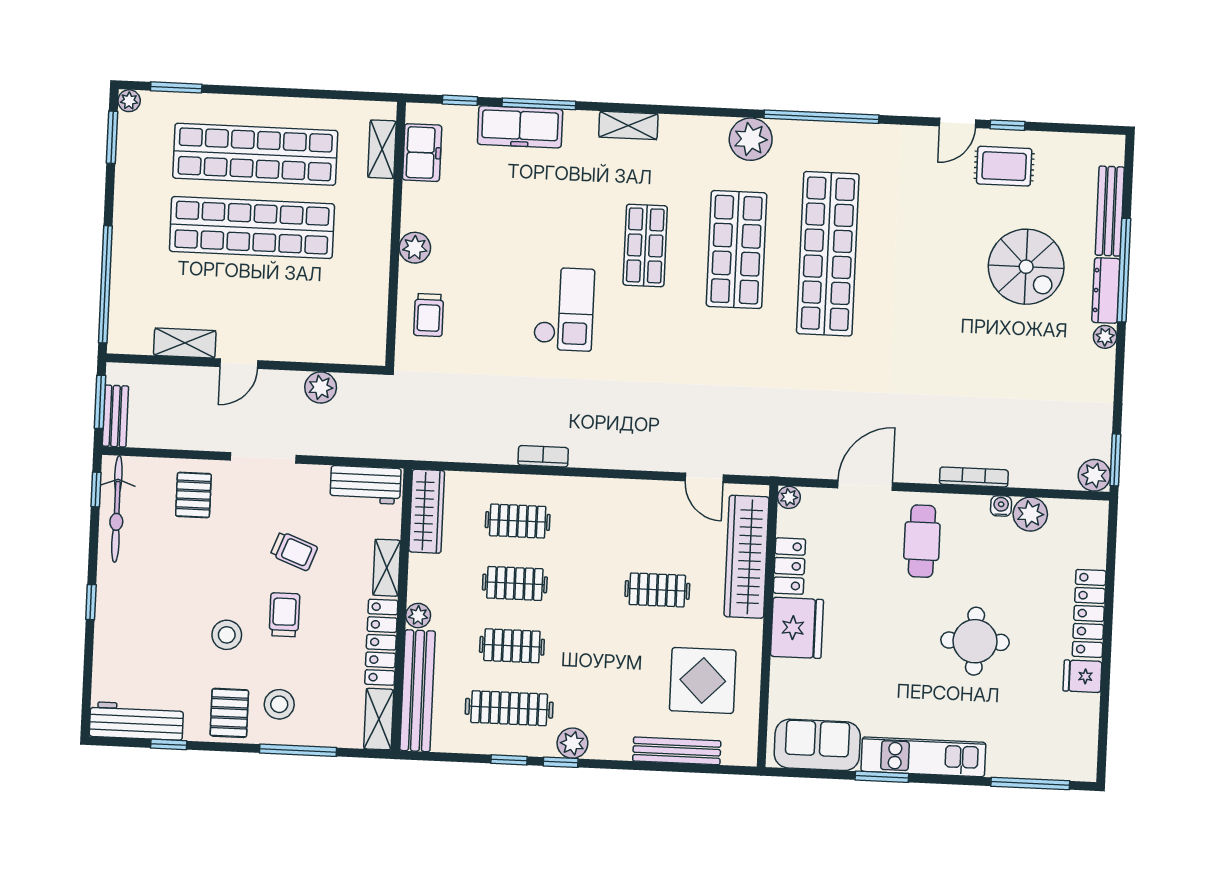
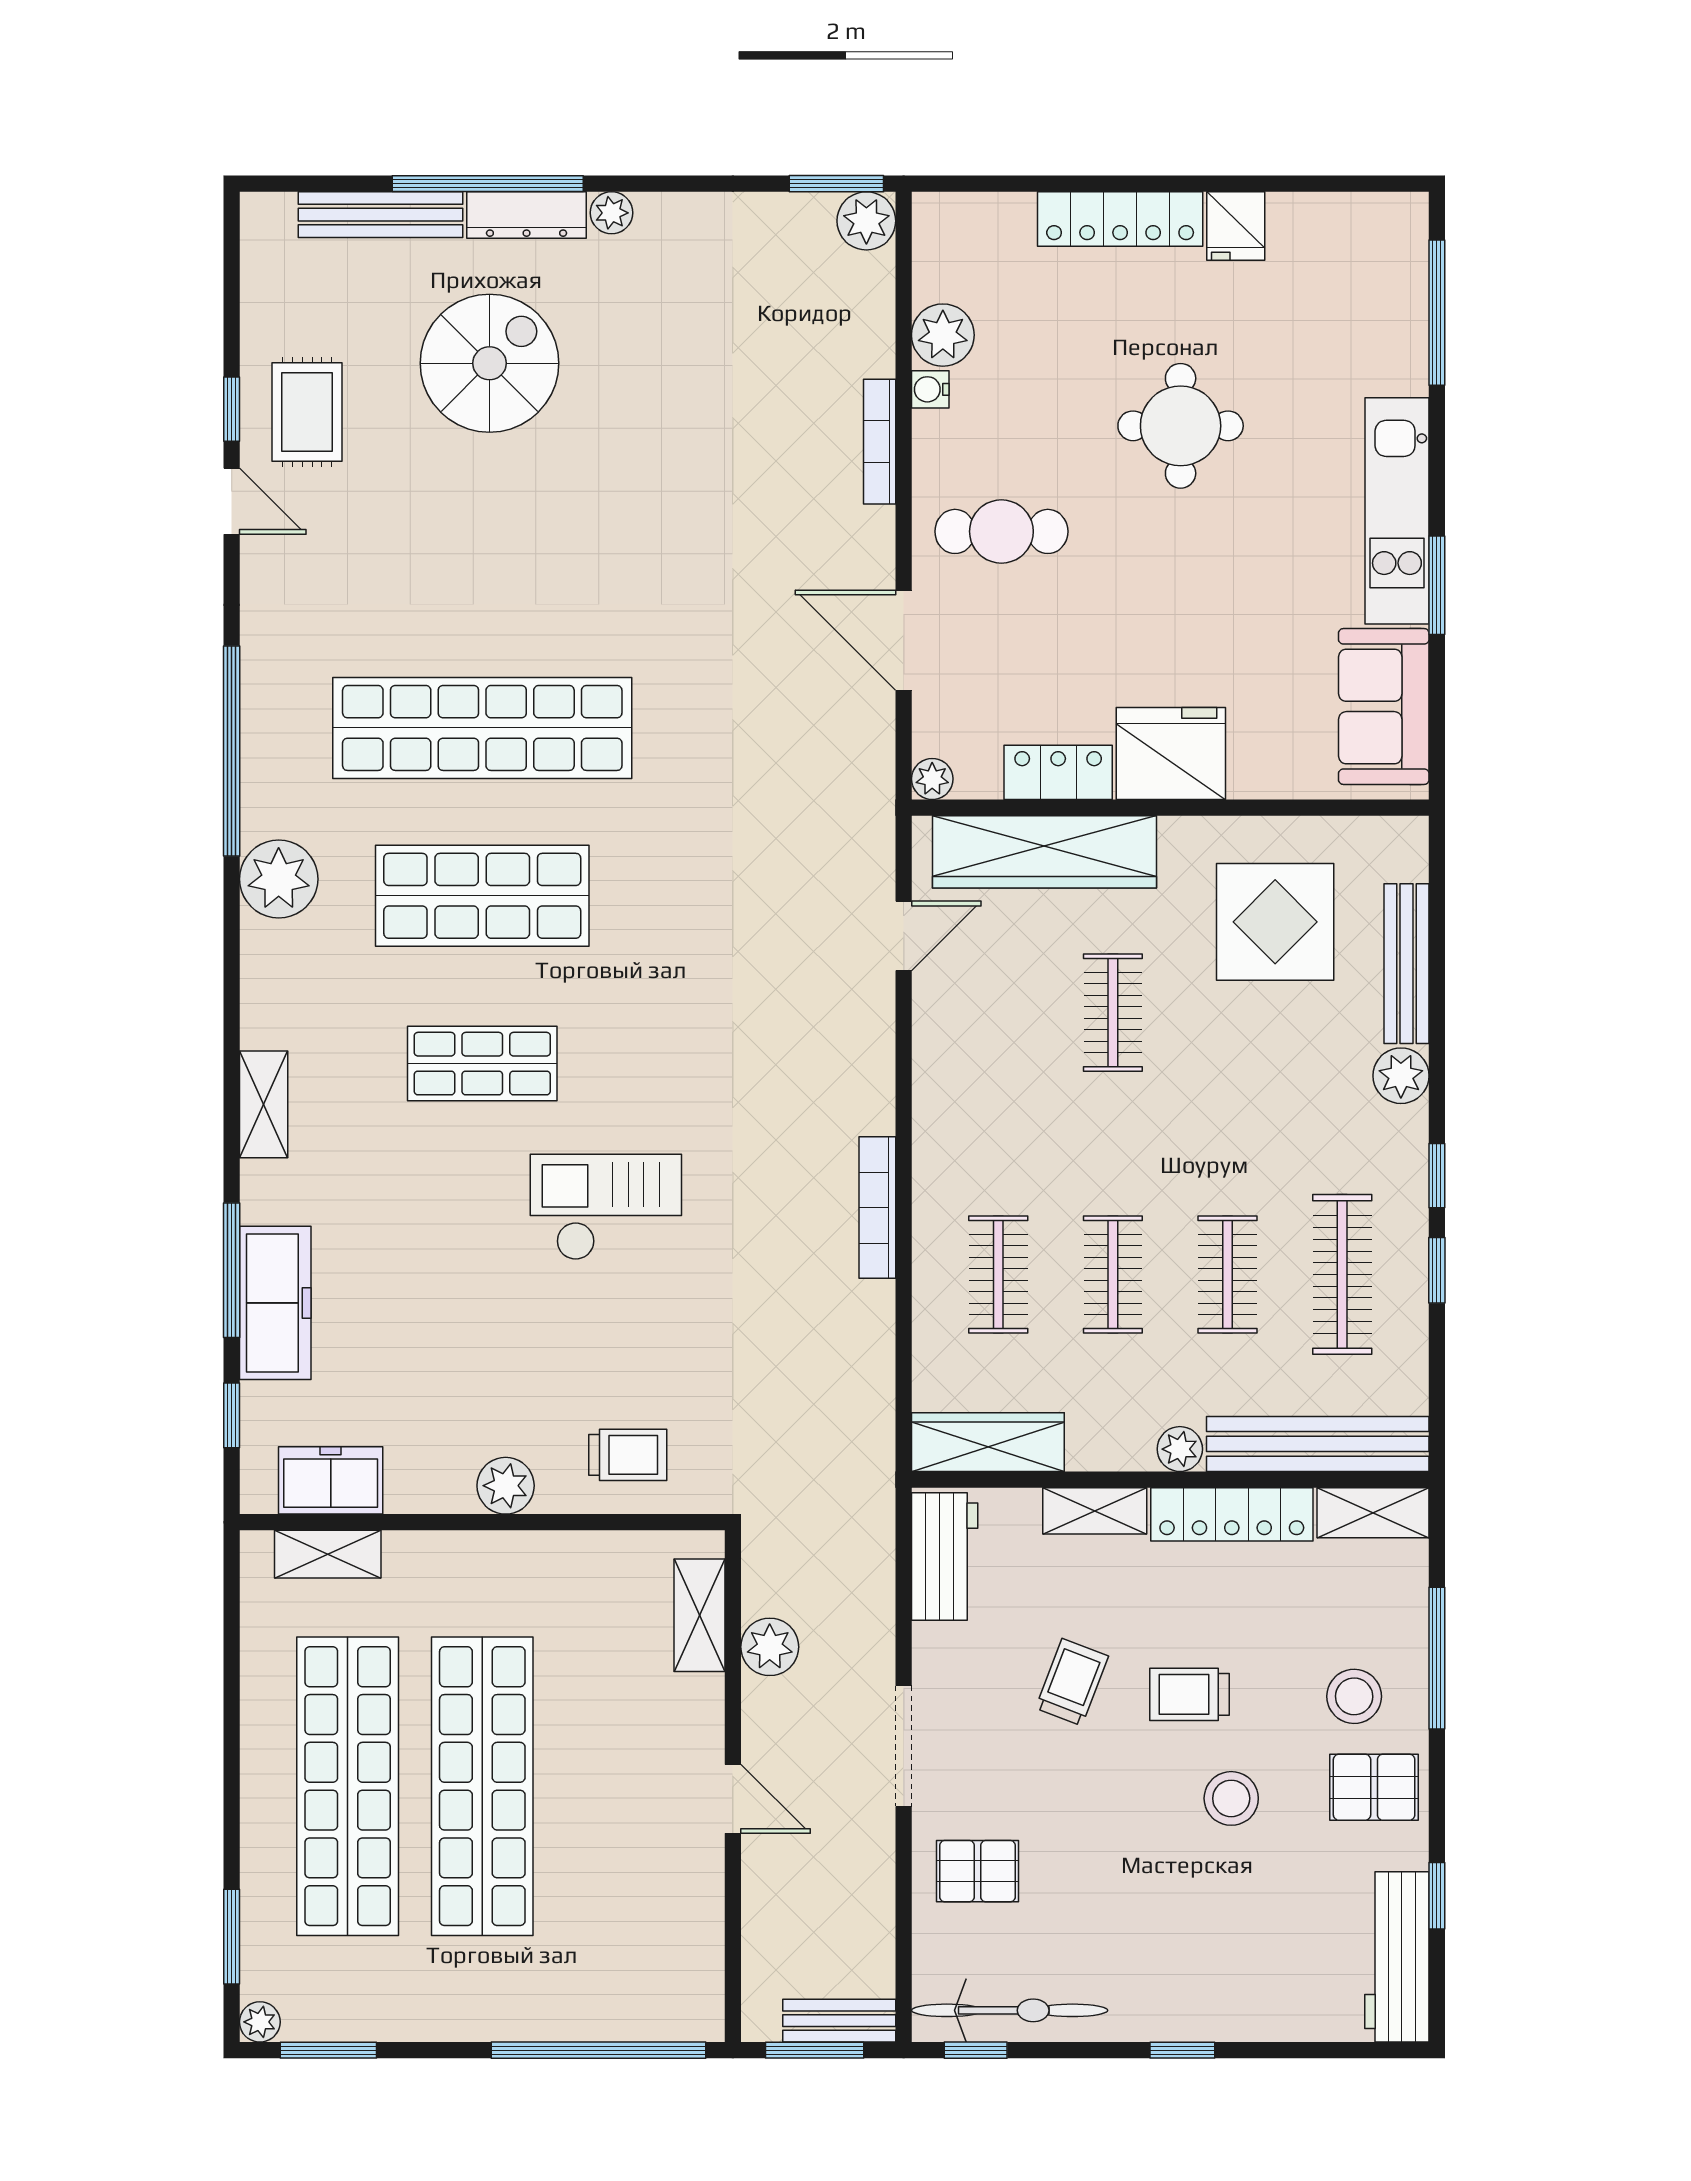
shelving: (185, 343) -> (700, 1615), moved
bookcase: (543, 456) -> (877, 1208), width x1.56
plant: (572, 743) -> (1401, 1076), moved

